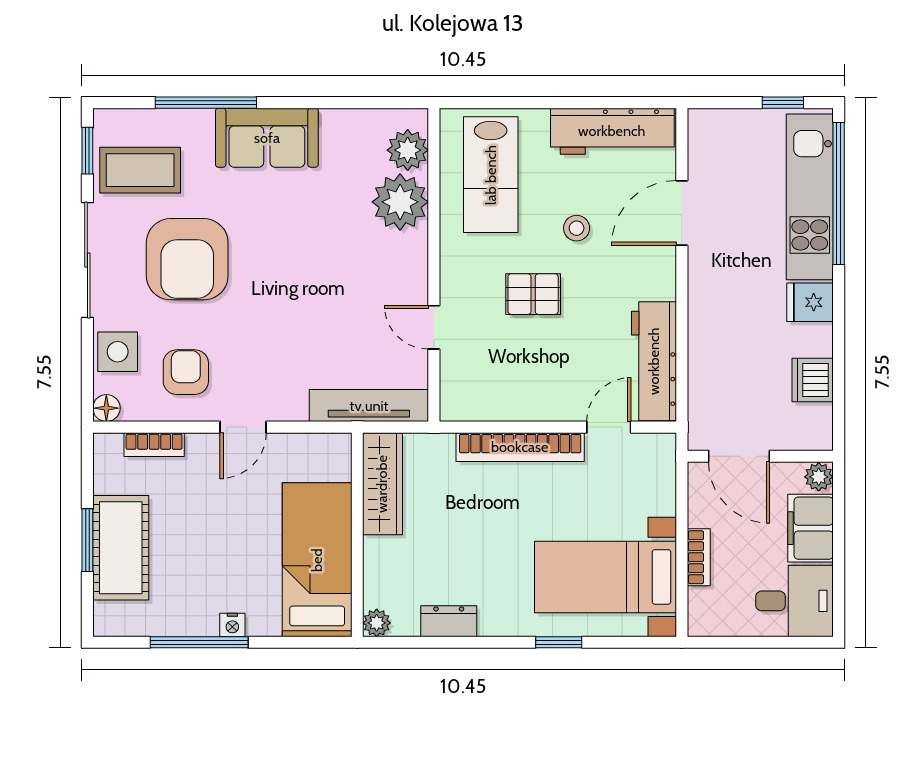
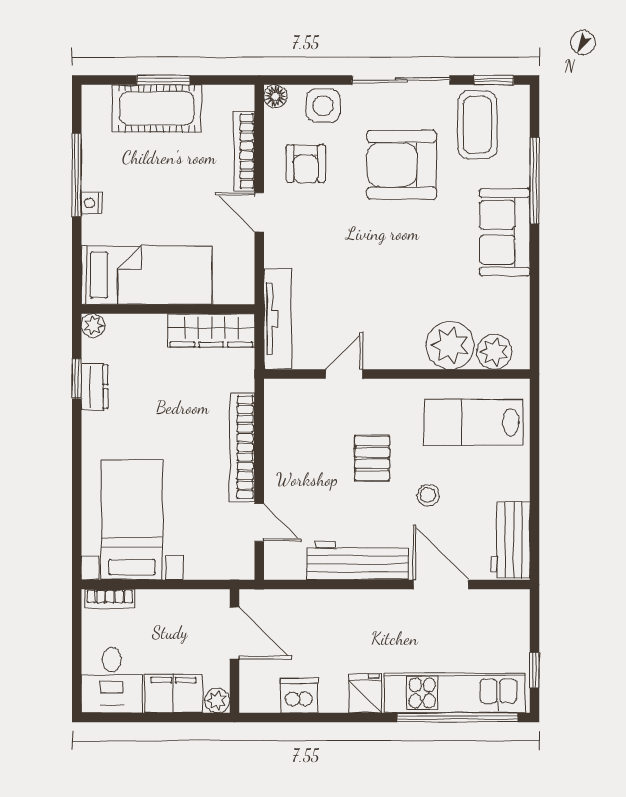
workbench: (612, 131) -> (510, 540), width x0.73
workbench: (654, 361) -> (358, 561), moved
armchair: (186, 372) -> (306, 164), turned 90
bookcase: (154, 445) -> (244, 151), width x1.56
door: (739, 456) -> (234, 633), swing flipped
bookcase: (699, 557) -> (110, 599), moved
window: (559, 642) -> (77, 379), moved

